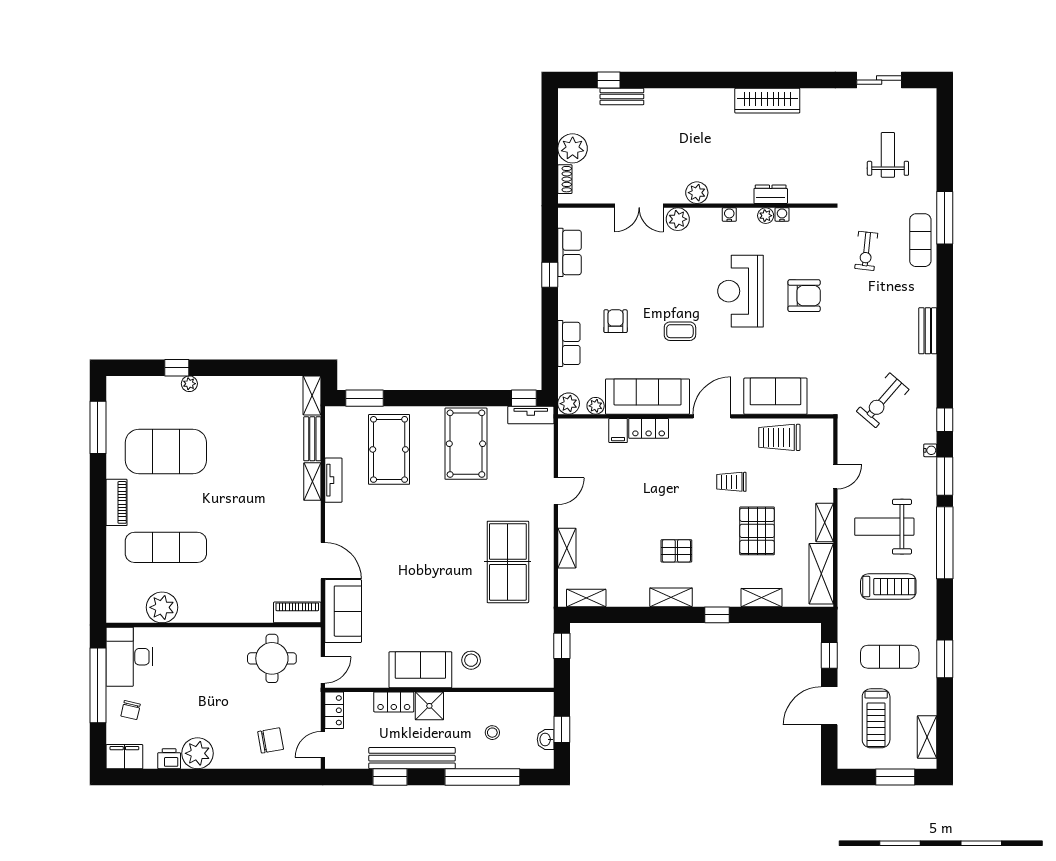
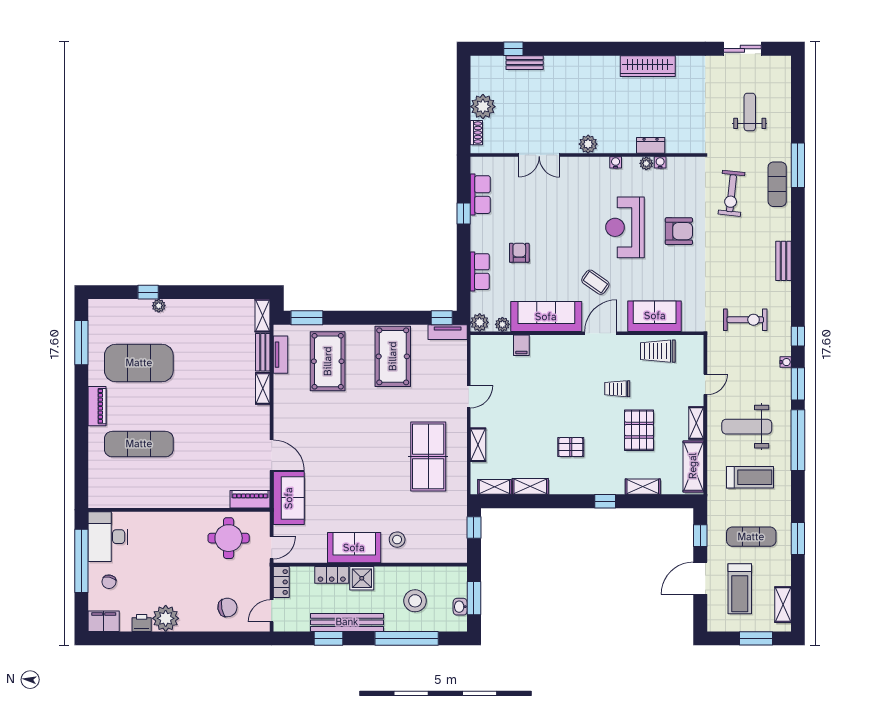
plant: (678, 219) -> (572, 166), removed
exercise bike: (866, 251) -> (731, 193), width x1.38, depth x1.39
coffee table: (680, 331) -> (595, 282), moved, turned 35
exercise bike: (883, 400) -> (745, 320), turned -131
locker: (649, 428) -> (547, 343), removed
tv unit: (333, 480) -> (281, 355), moved
shelving: (671, 597) -> (530, 486), moved
plant: (162, 607) -> (136, 495), removed
window: (562, 729) -> (474, 598), width x1.50
stool: (492, 733) -> (415, 601), width x1.89, depth x1.89

